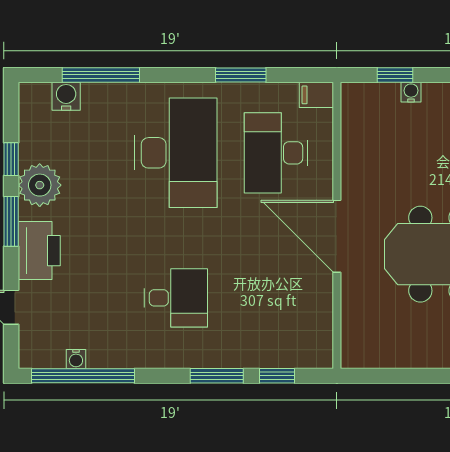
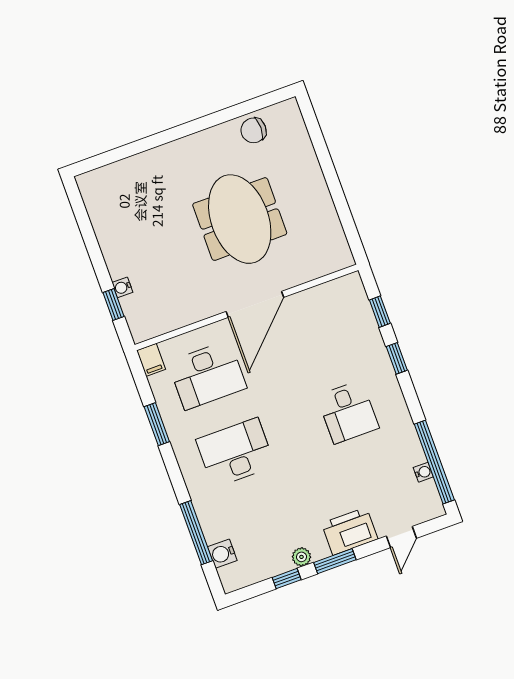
desk: (176, 153) -> (235, 453), width x0.73, depth x0.77
plant: (40, 185) -> (301, 557), width x0.53, depth x0.53
desk: (176, 298) -> (348, 412), turned 180
window: (217, 376) -> (397, 358), width x0.67

